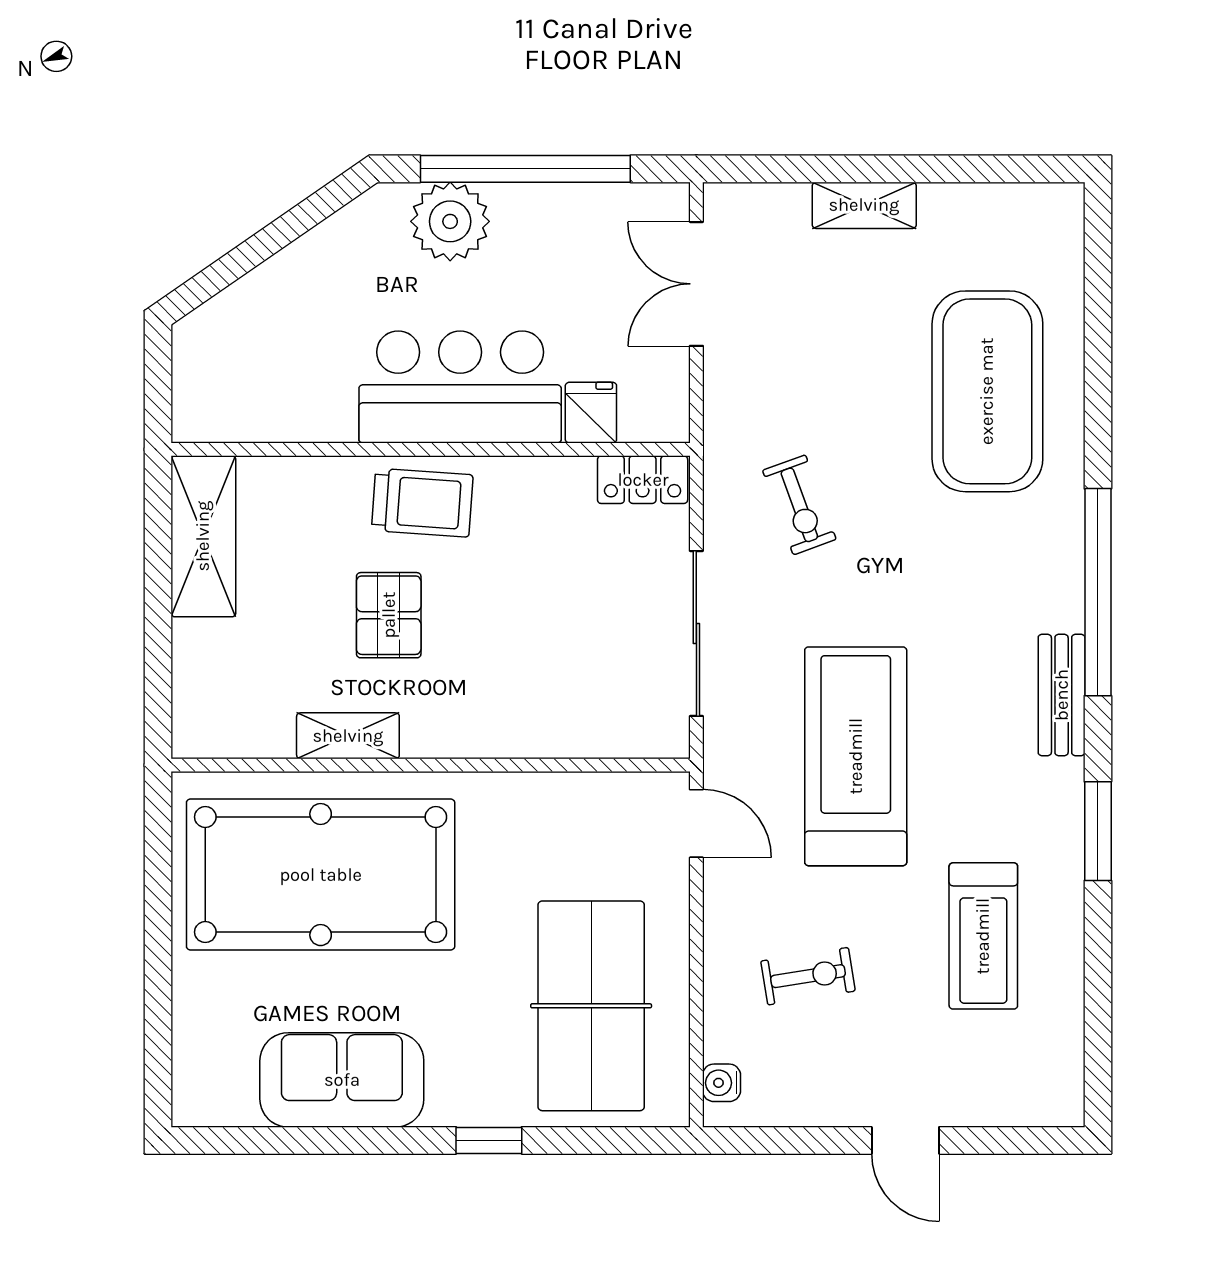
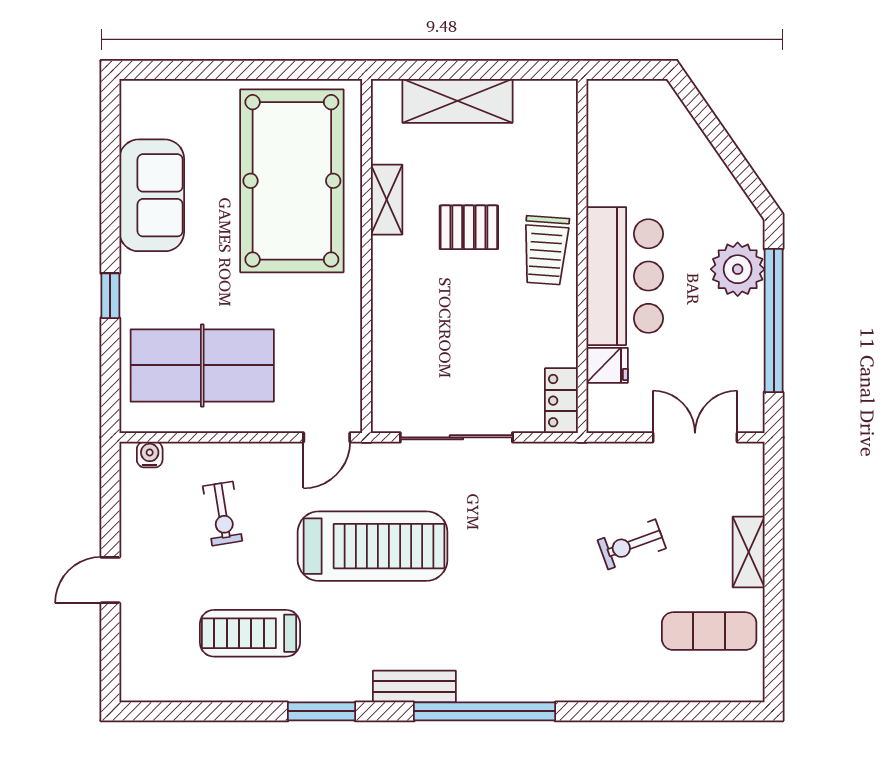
exercise mat: (987, 391) -> (709, 631), moved, width x0.50, depth x0.69
exercise bike: (799, 505) -> (632, 544), moved
shelving: (203, 536) -> (458, 101), moved

